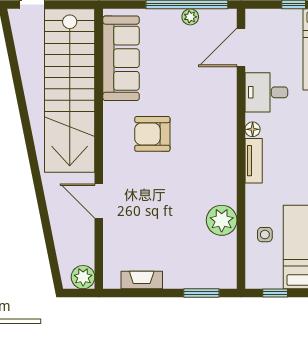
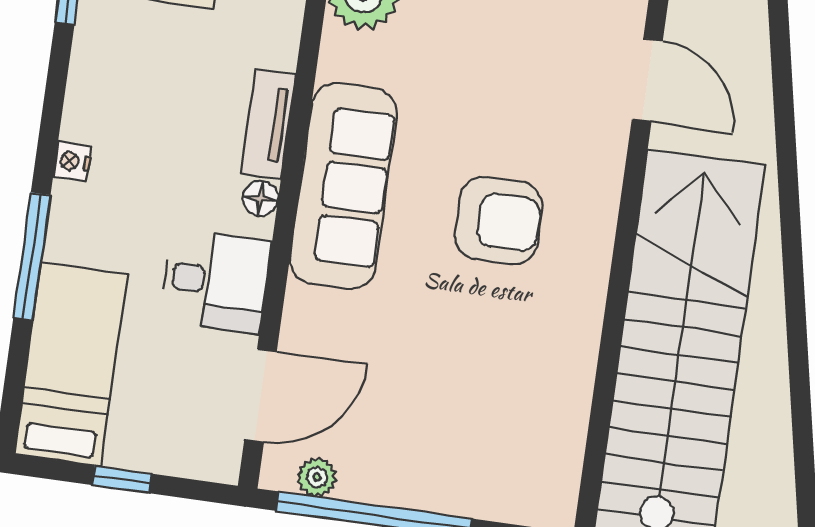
plant: (190, 17) -> (317, 477), moved
sofa: (121, 58) -> (343, 186), moved, turned 180

